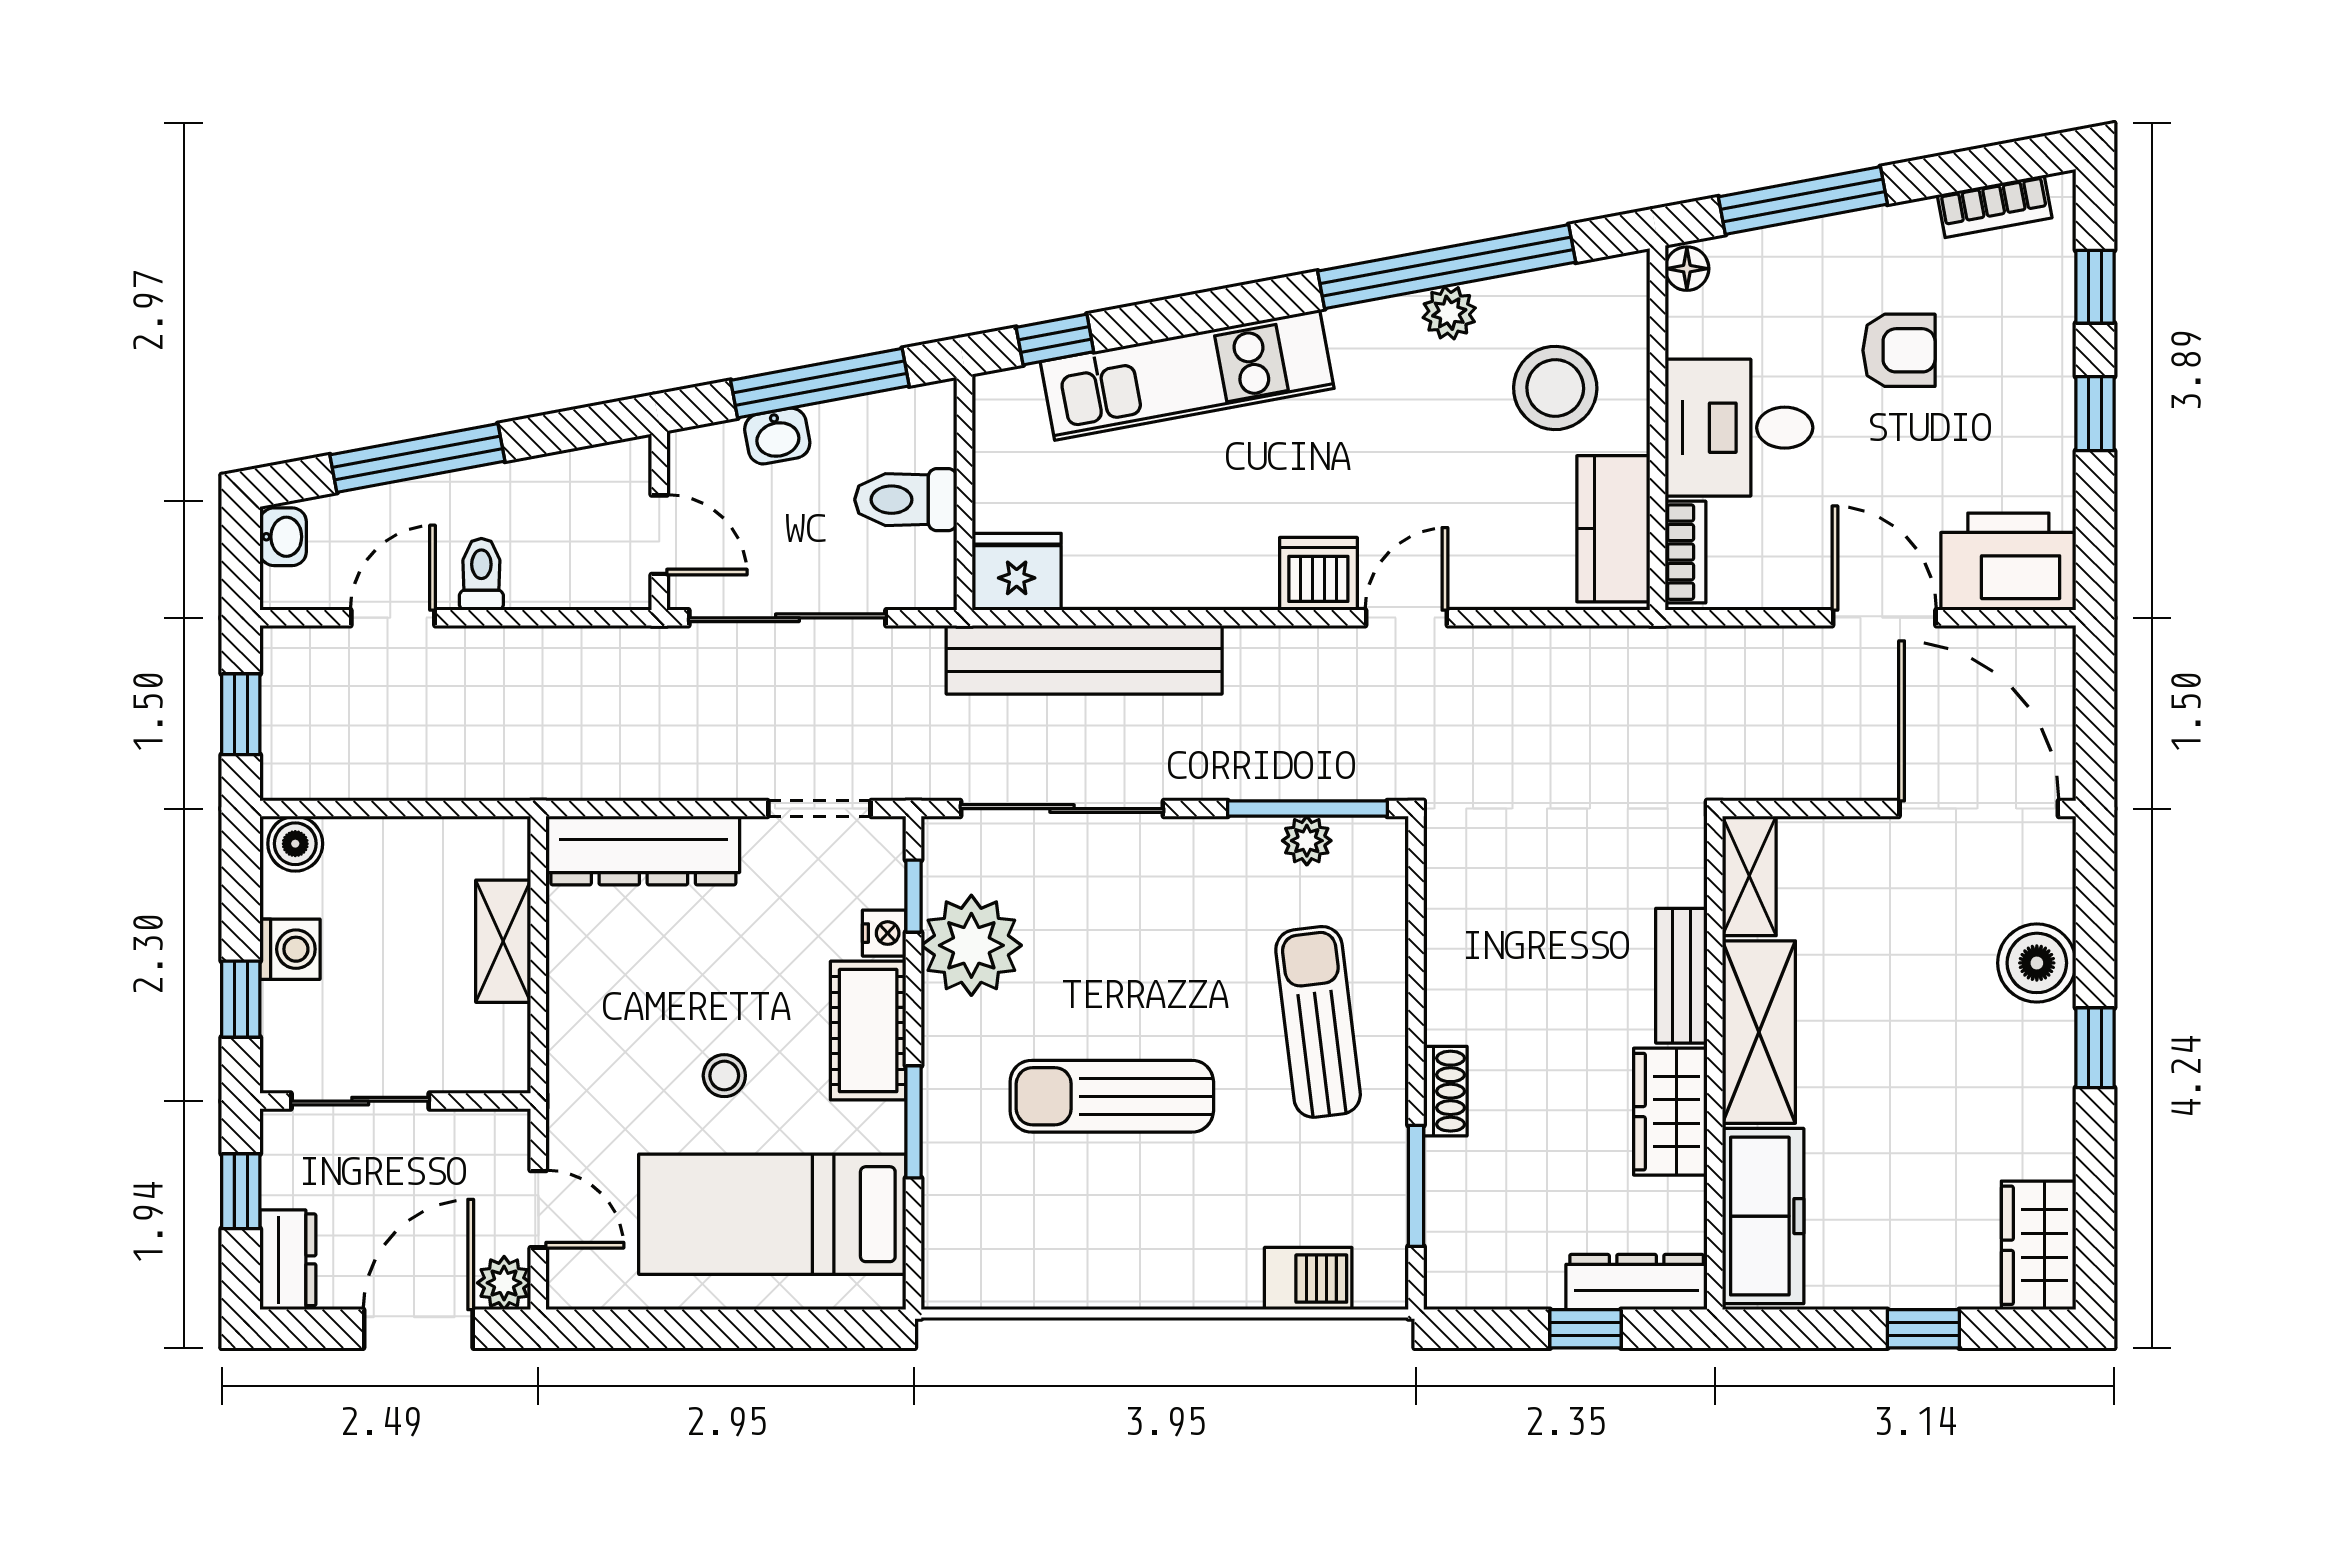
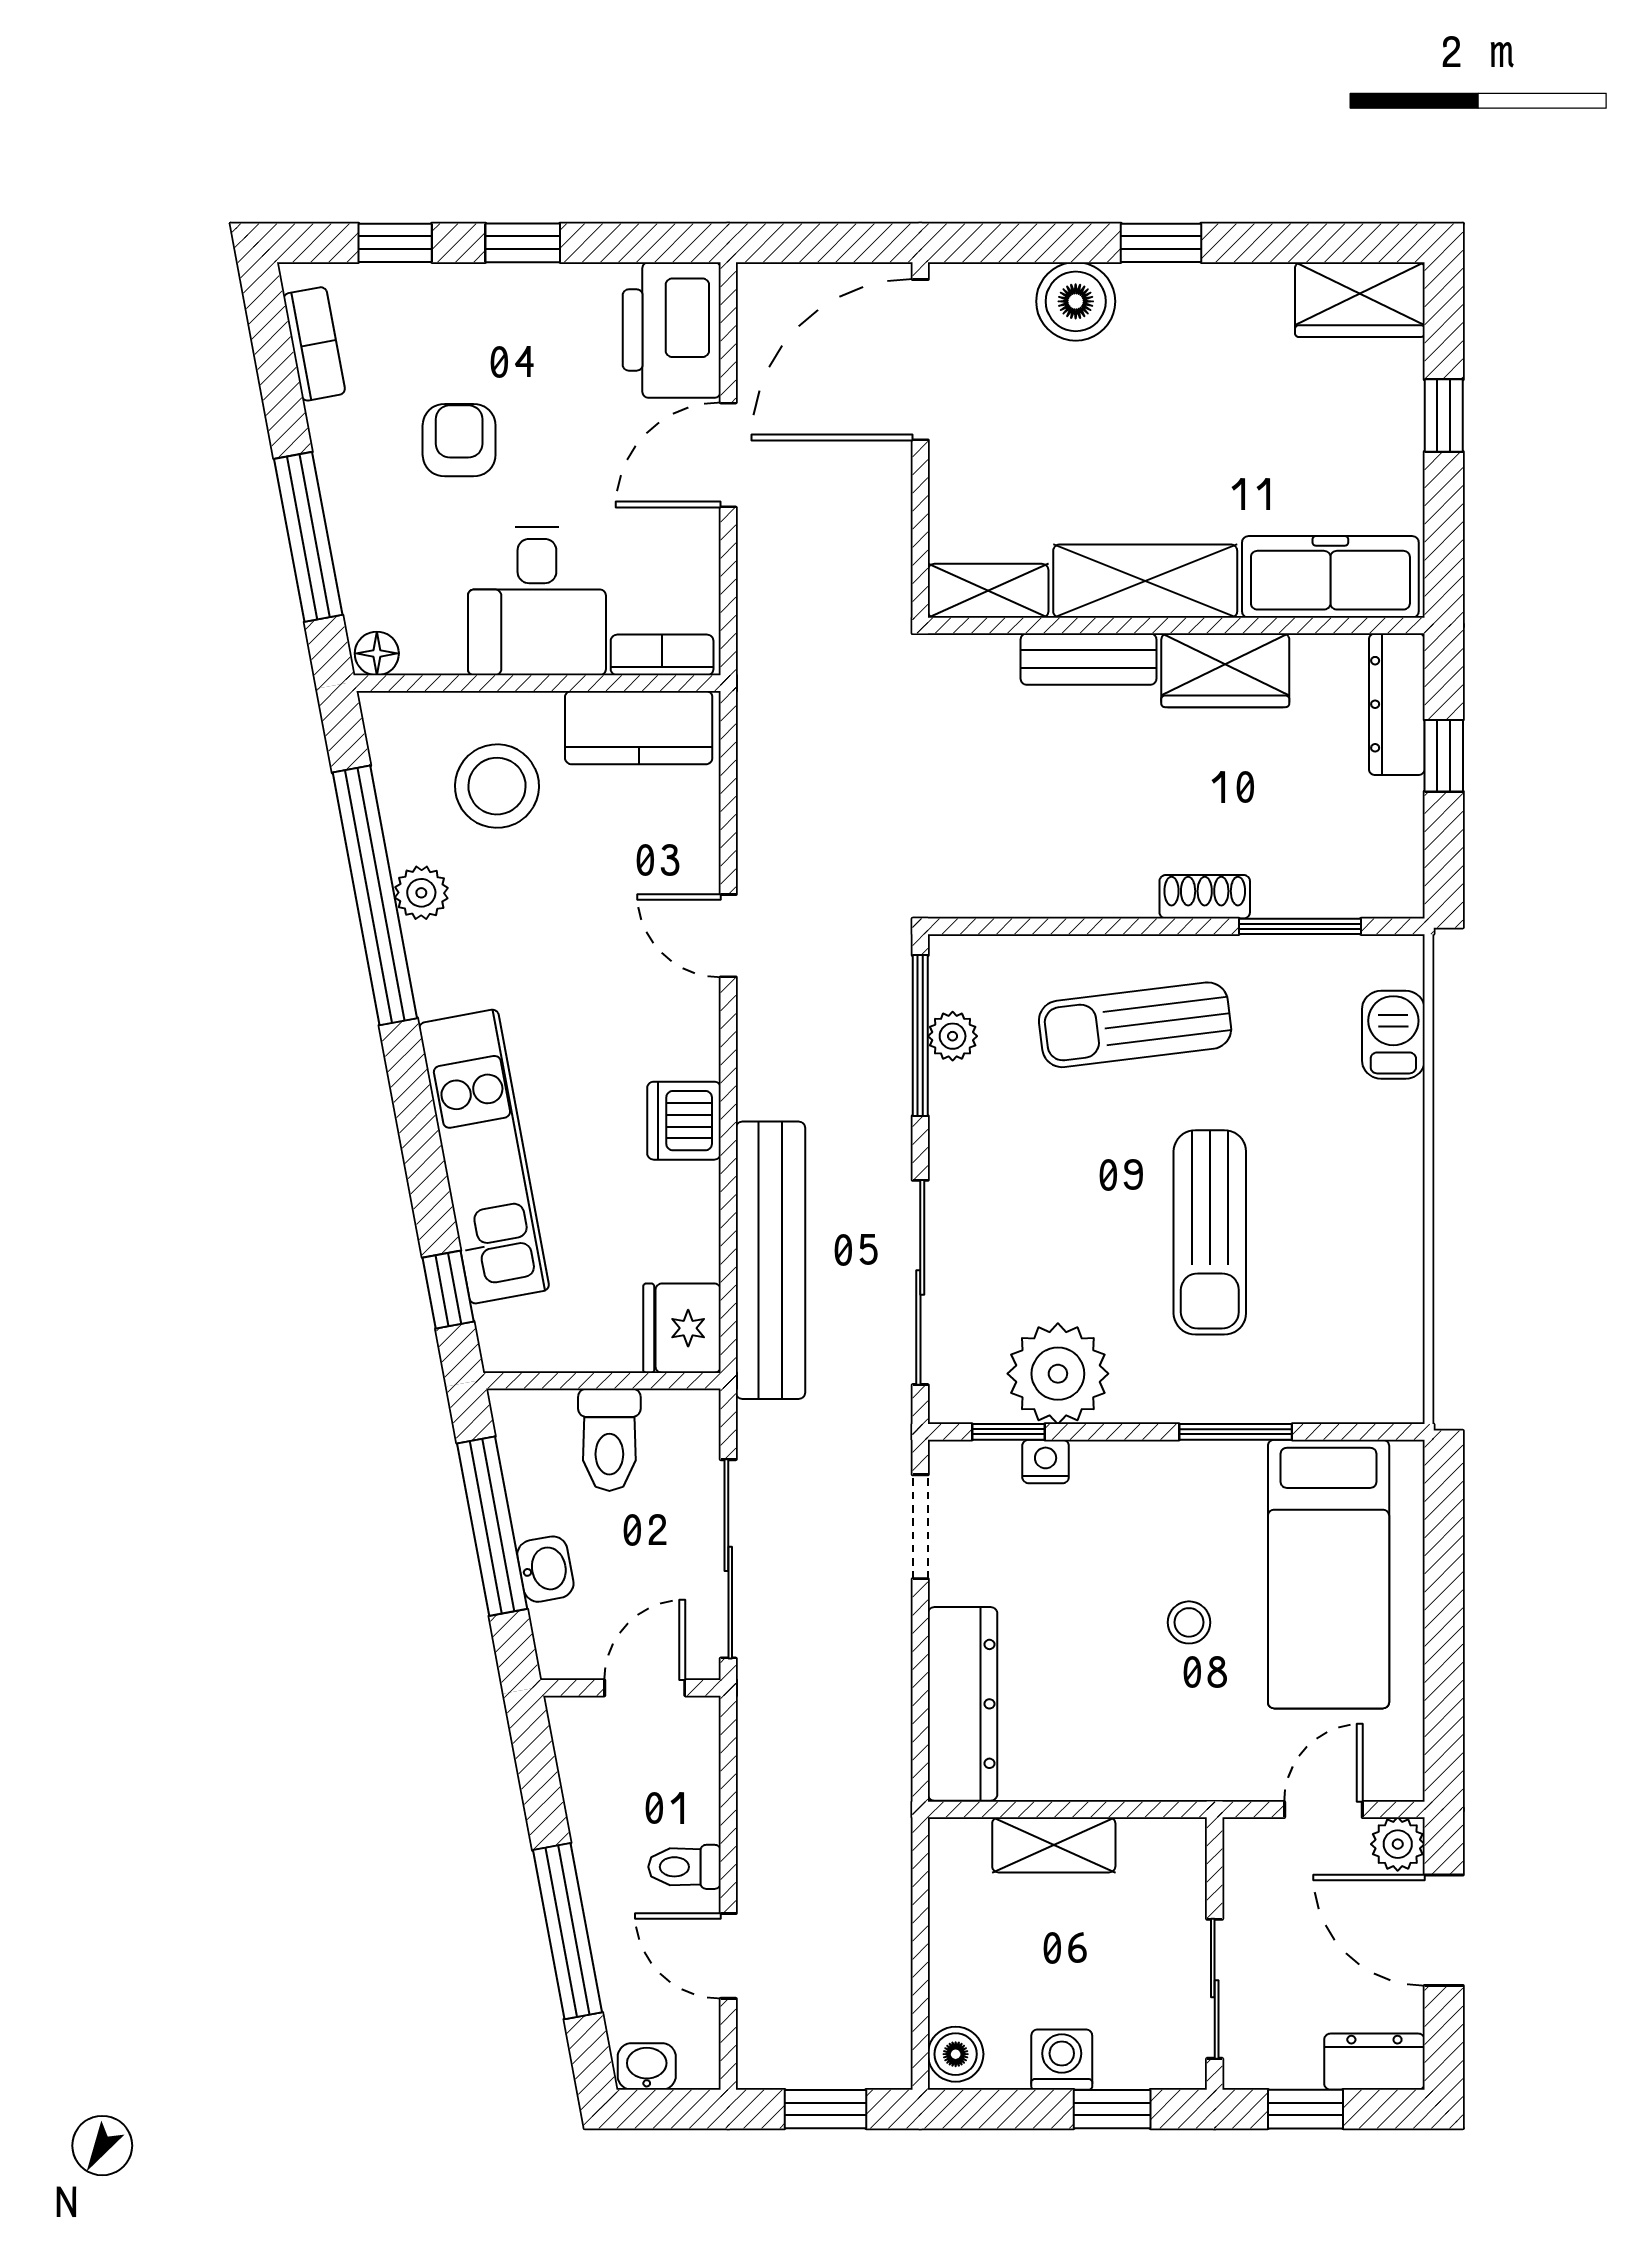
dishwasher: (1318, 574) -> (684, 1121), moved
cot: (868, 1031) -> (1144, 1478), removed

